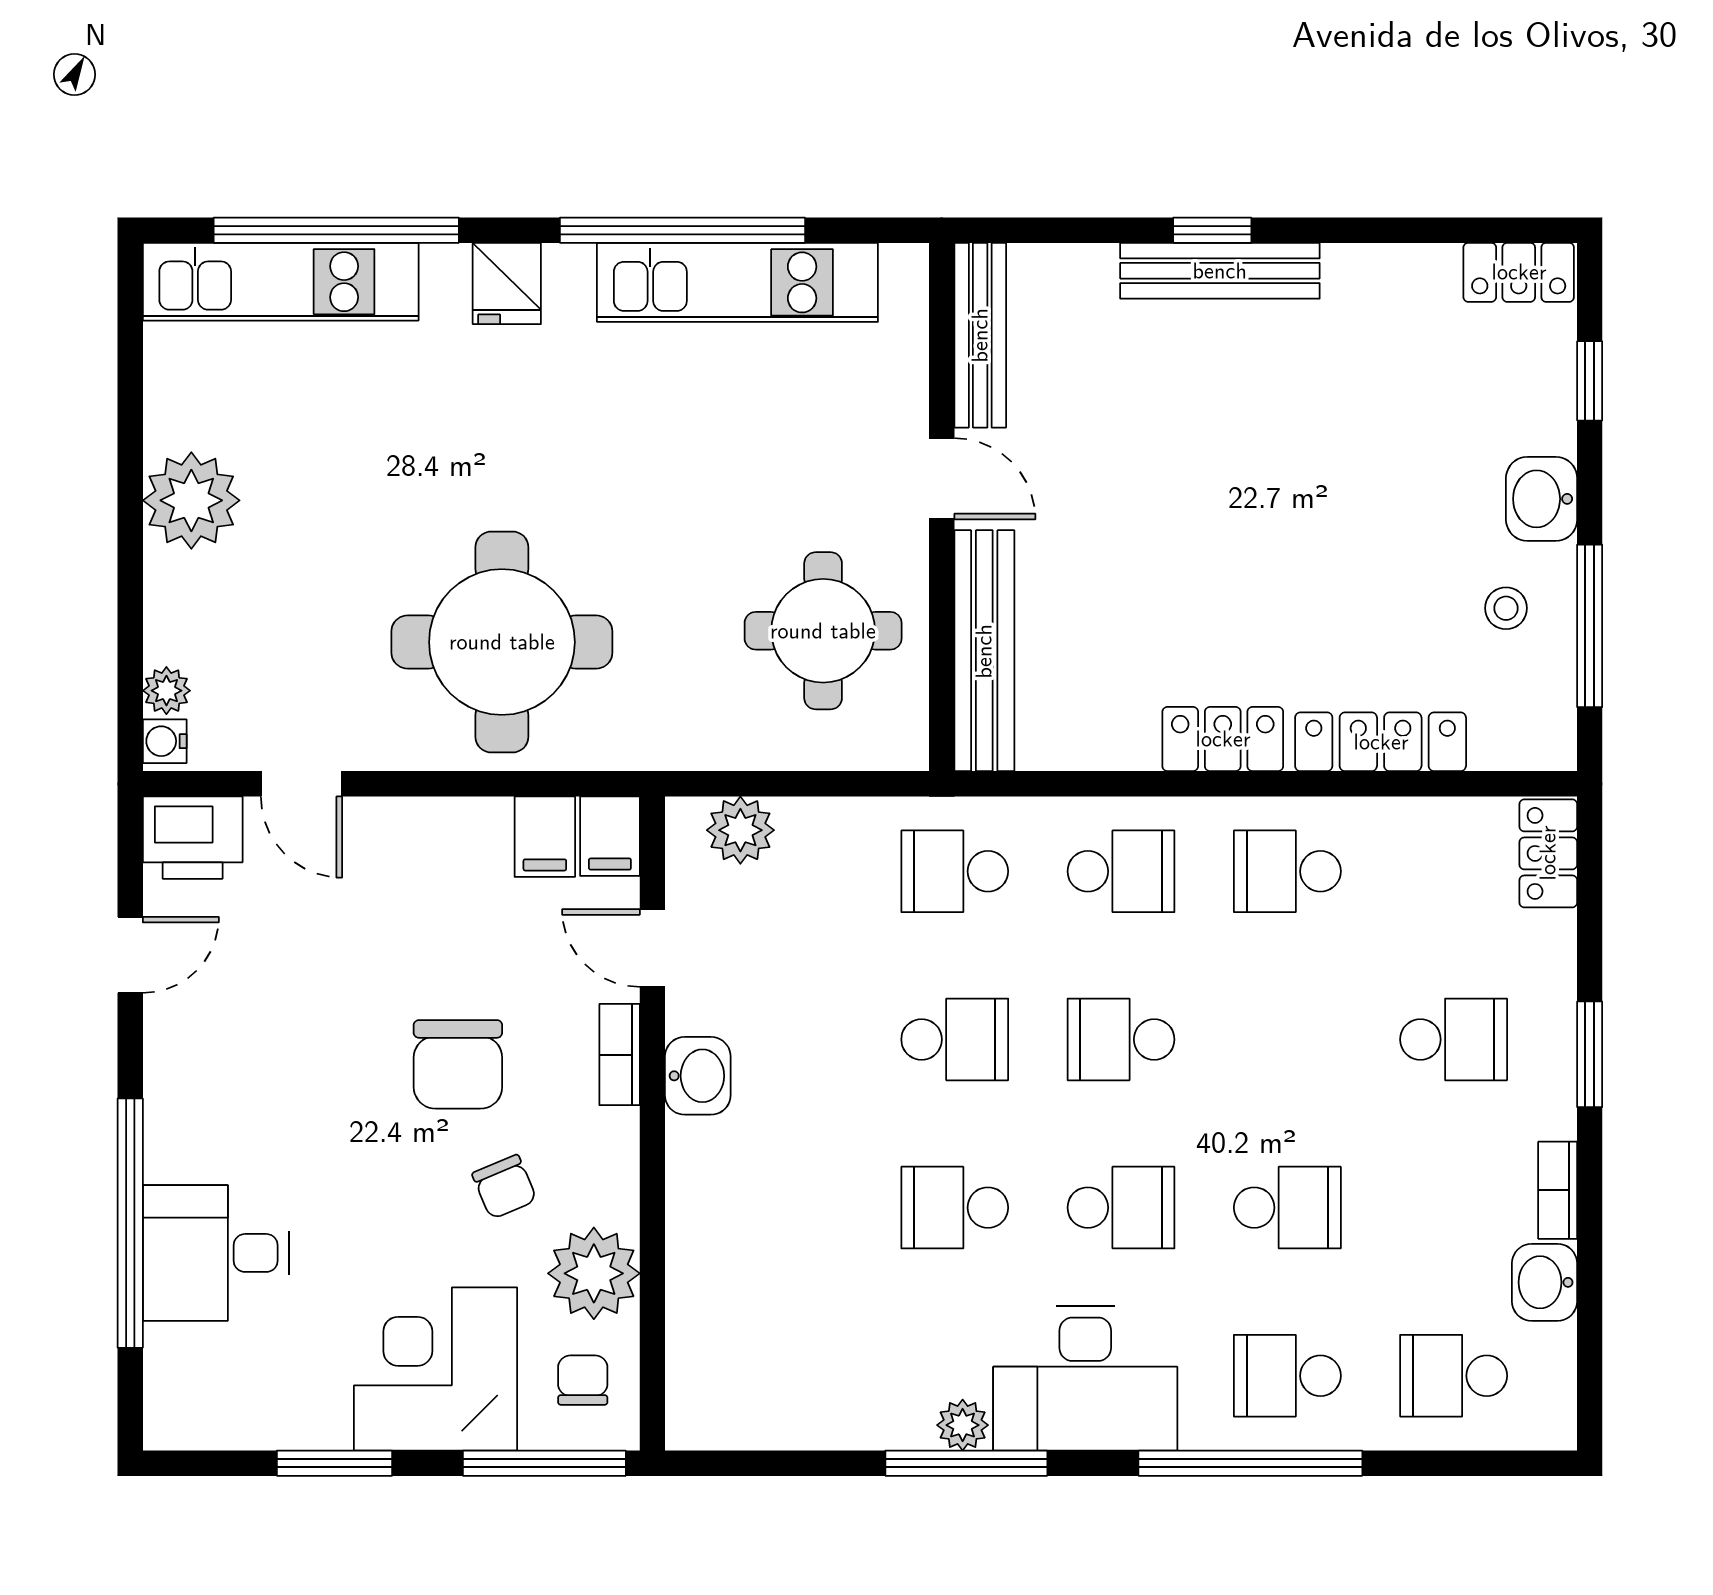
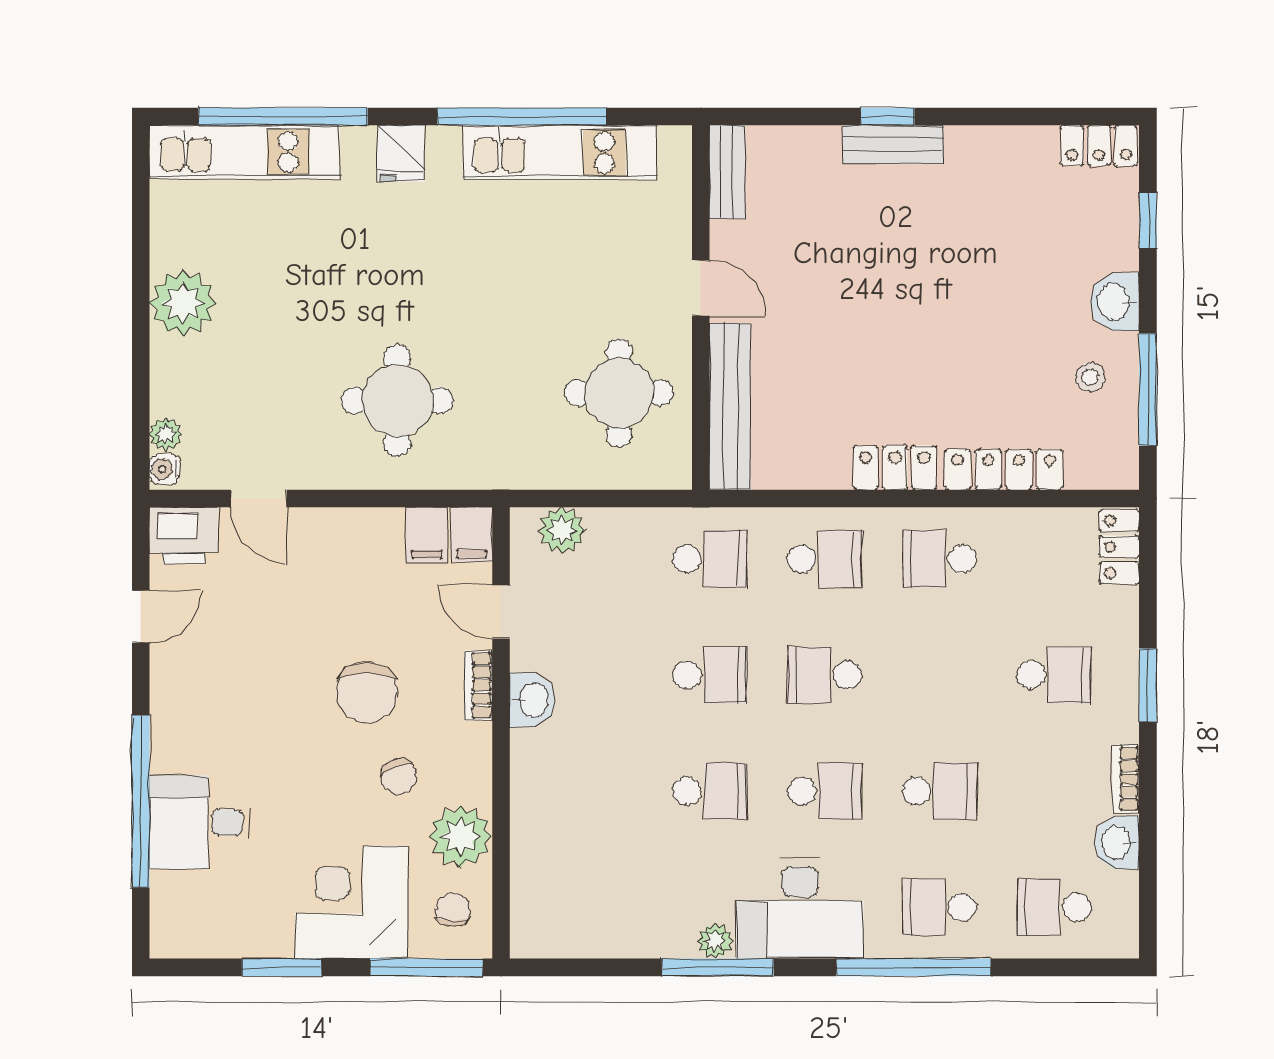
bench: (1220, 271) -> (893, 144), width x0.73
bench: (980, 335) -> (727, 172), width x0.73
round table: (502, 642) -> (397, 401), width x0.73, depth x0.73
school desk: (955, 871) -> (710, 559), turned 180
school desk: (955, 1208) -> (710, 791), turned 180

